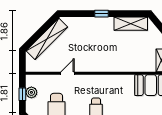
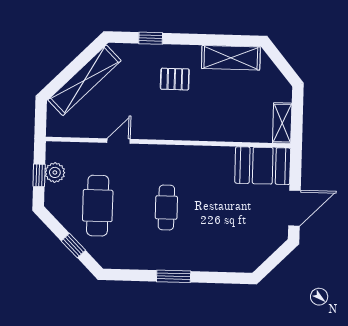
window: (101, 14) -> (151, 38), moved
pallet: (99, 37) -> (175, 79), added

